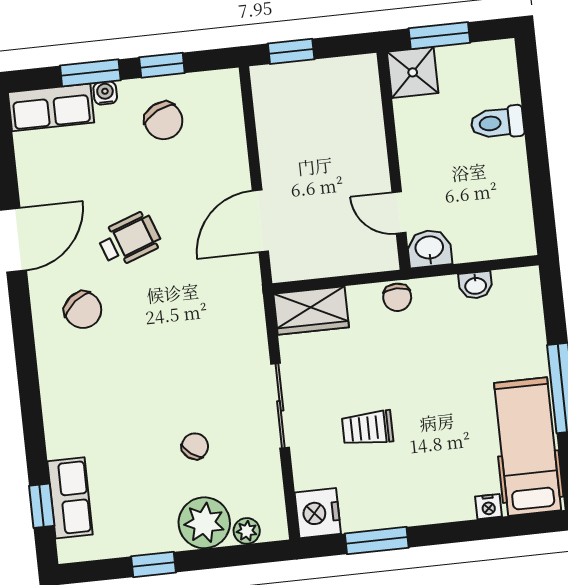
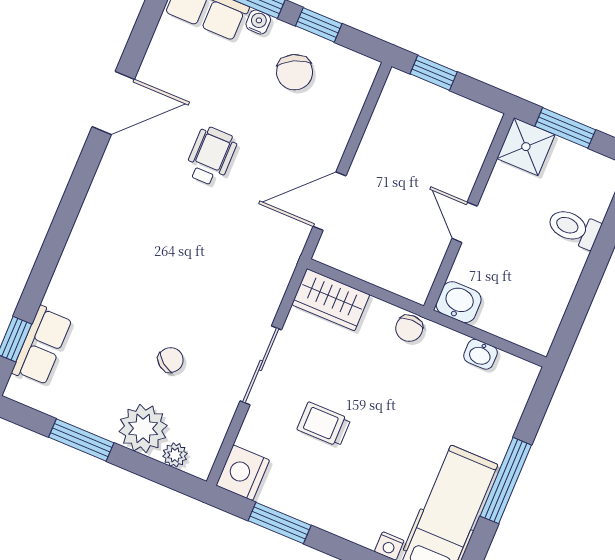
door: (399, 213) -> (465, 222), moved
wheelchair: (129, 239) -> (211, 156), turned -70
chair: (83, 310) -> (140, 194), removed
window: (153, 564) -> (81, 440), width x1.50

